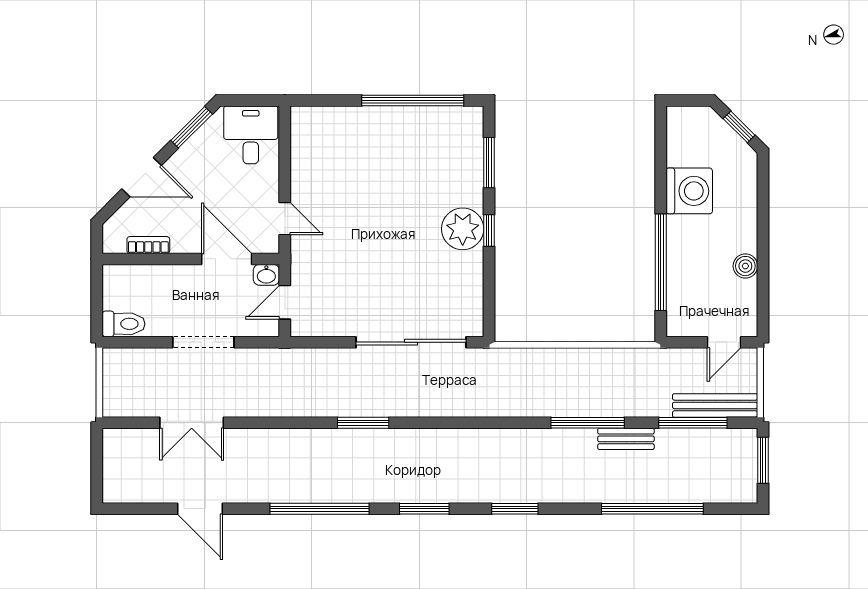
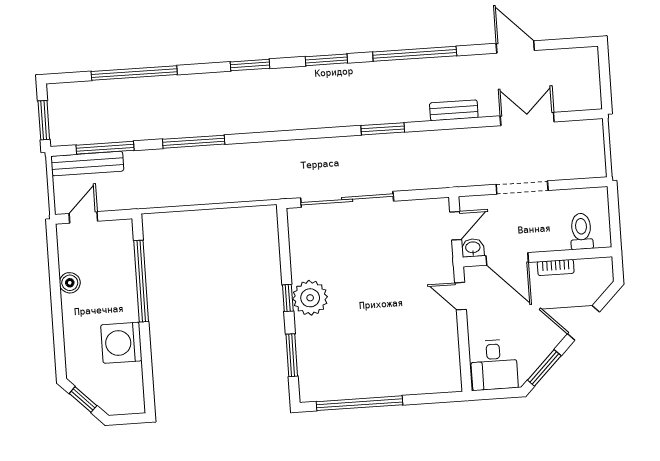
bookcase: (148, 245) -> (556, 267), moved
toilet: (123, 324) -> (581, 231), moved, turned 90
bench: (626, 439) -> (454, 110), moved

